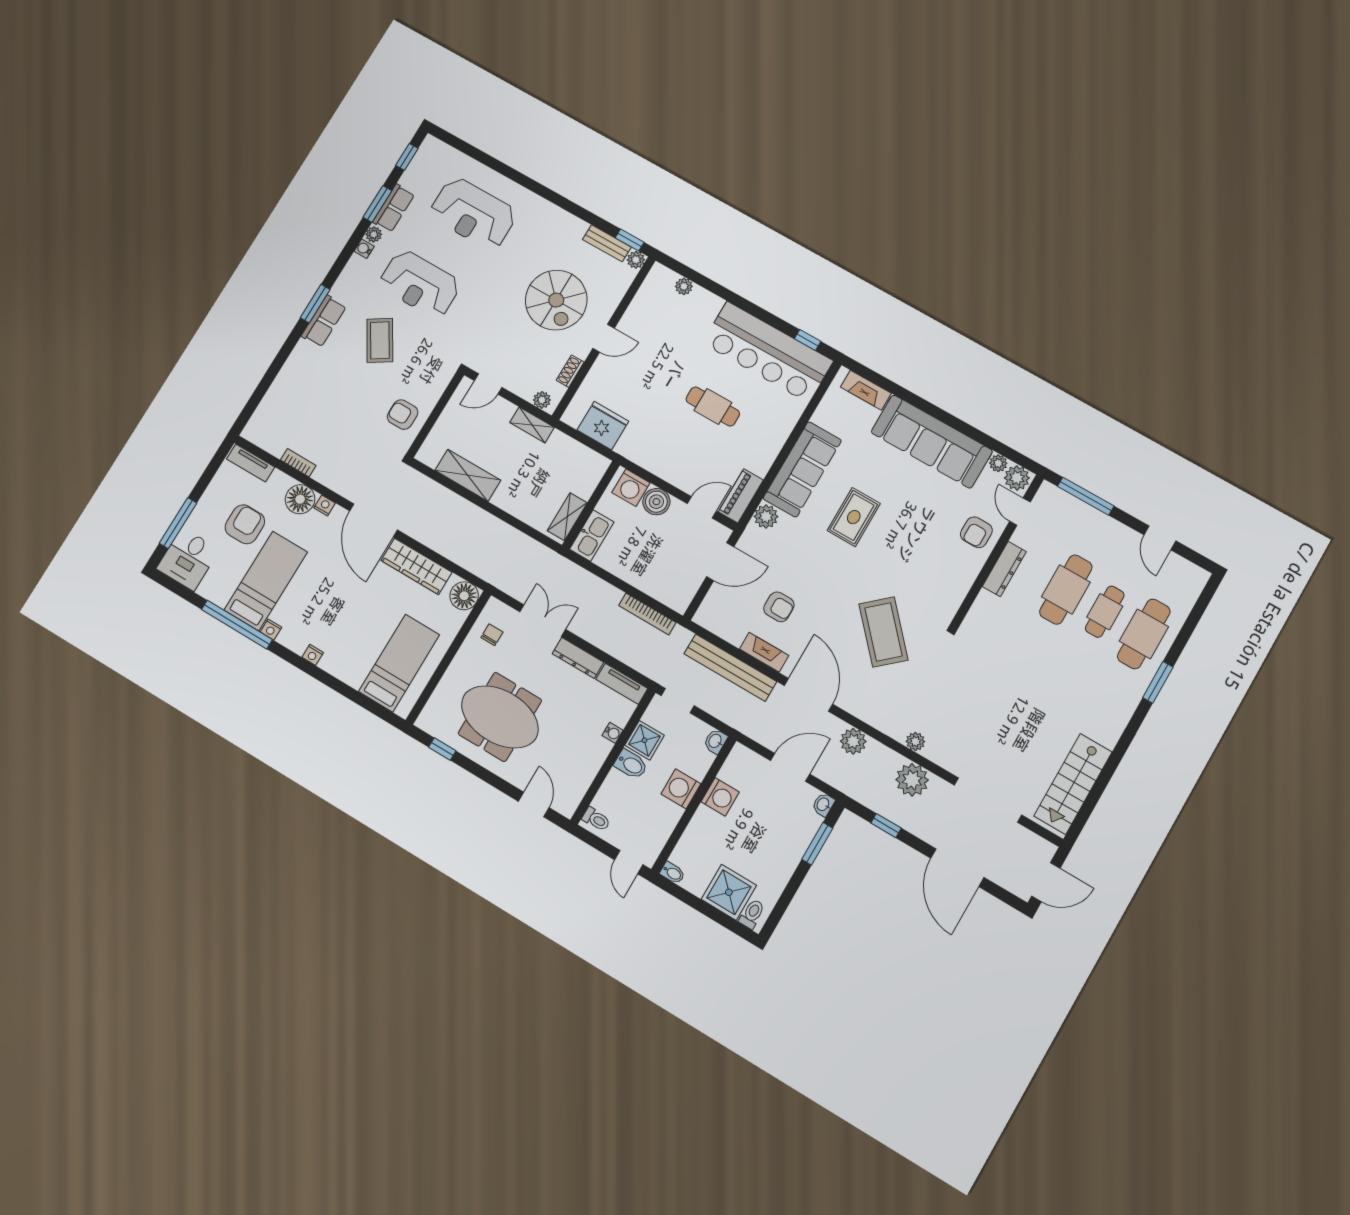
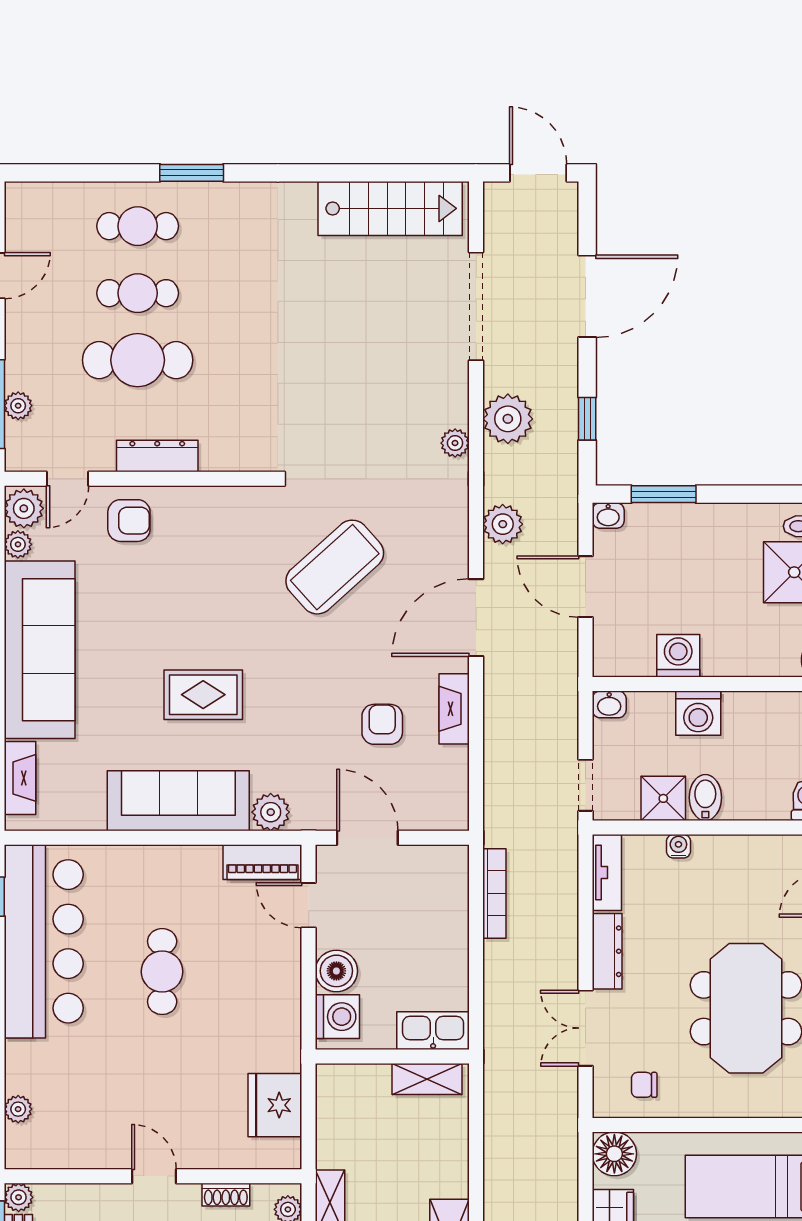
plant: (1078, 508) -> (18, 406), added
cafe table: (1144, 634) -> (138, 226), width x0.73, depth x0.74
bench: (730, 668) -> (501, 742), removed

